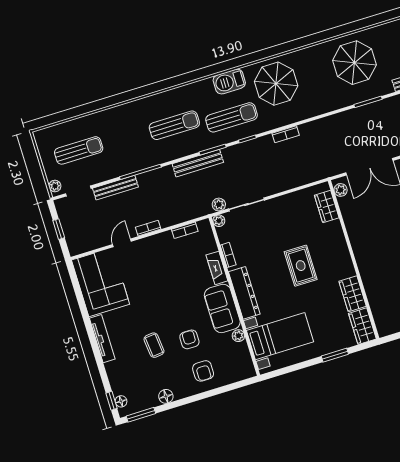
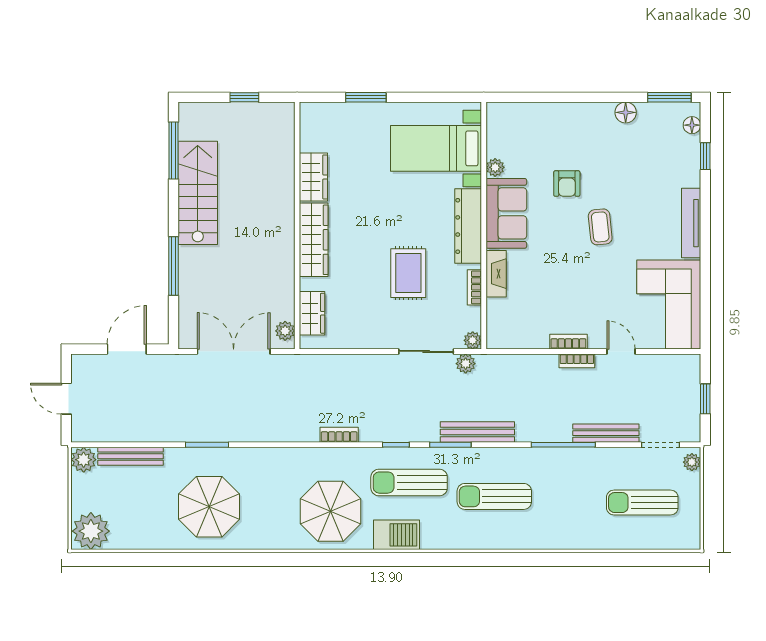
bookcase: (185, 230) -> (568, 342), moved
door: (122, 243) -> (621, 351), swing flipped
rug: (301, 266) -> (408, 273), moved
wardrobe: (362, 326) -> (314, 240), moved, width x1.50
coffee table: (154, 345) -> (600, 227), moved
armchair: (203, 371) -> (561, 133), removed
window: (111, 401) -> (705, 156), moved

